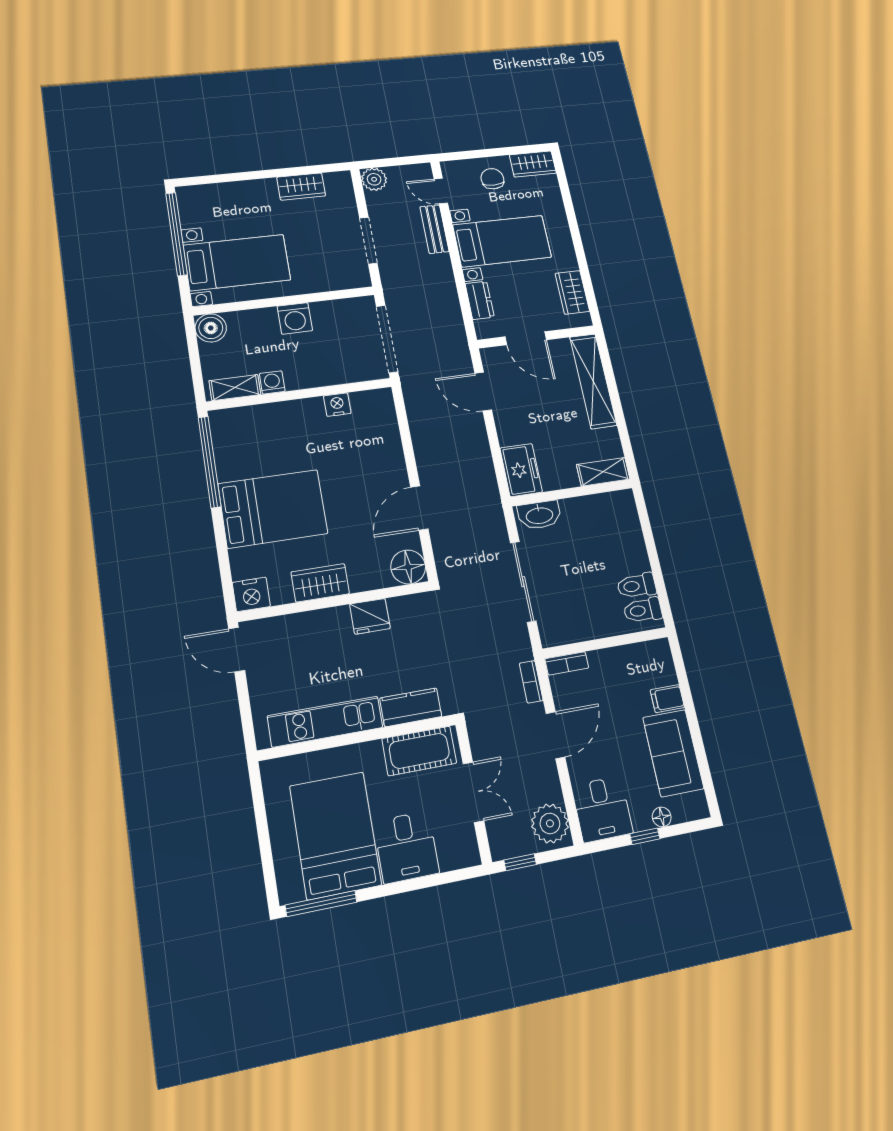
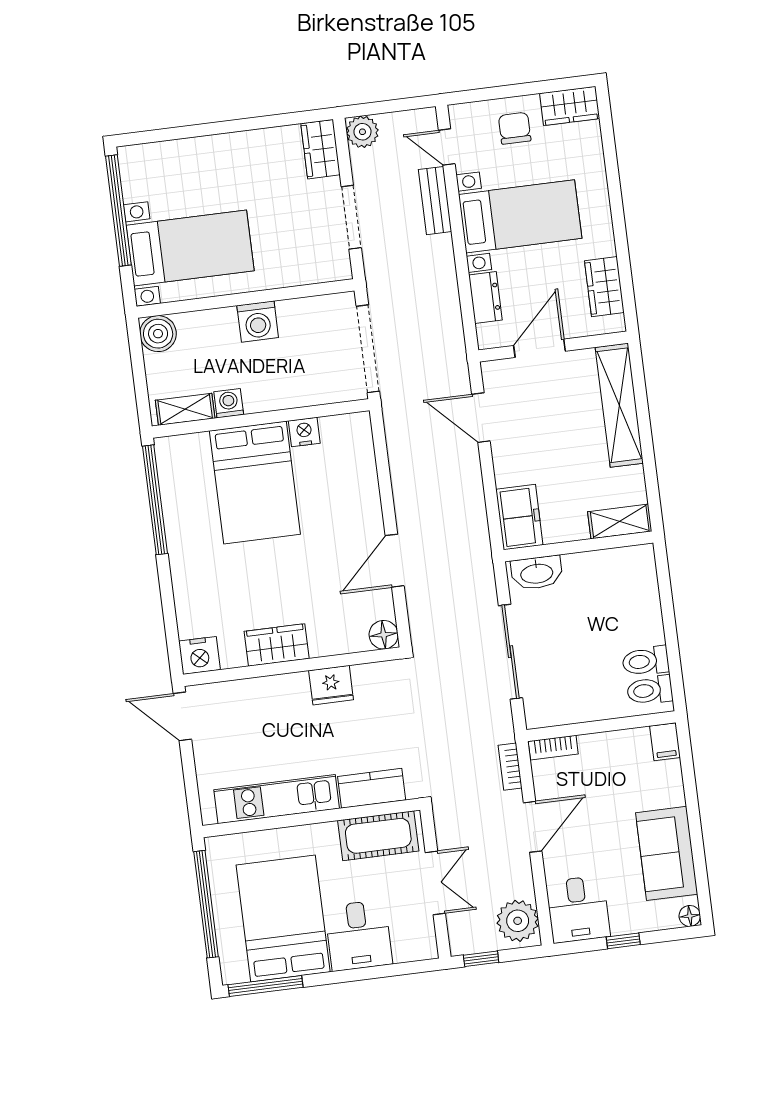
wardrobe: (301, 187) -> (320, 149), moved, turned 90
door: (526, 338) -> (539, 348), swing flipped
bed: (273, 509) -> (255, 483), moved, turned 90
floor lamp: (408, 567) -> (384, 635), width x0.73, depth x0.73
filing cabinet: (667, 699) -> (665, 742), moved, turned -90
floor lamp: (662, 817) -> (690, 916), moved
window: (262, 826) -> (206, 904), added

